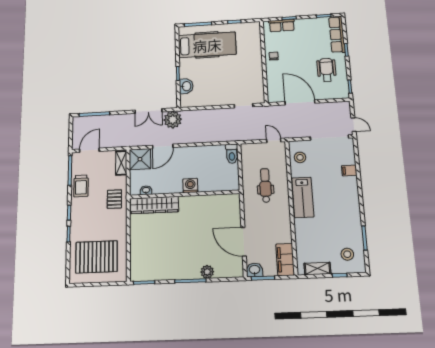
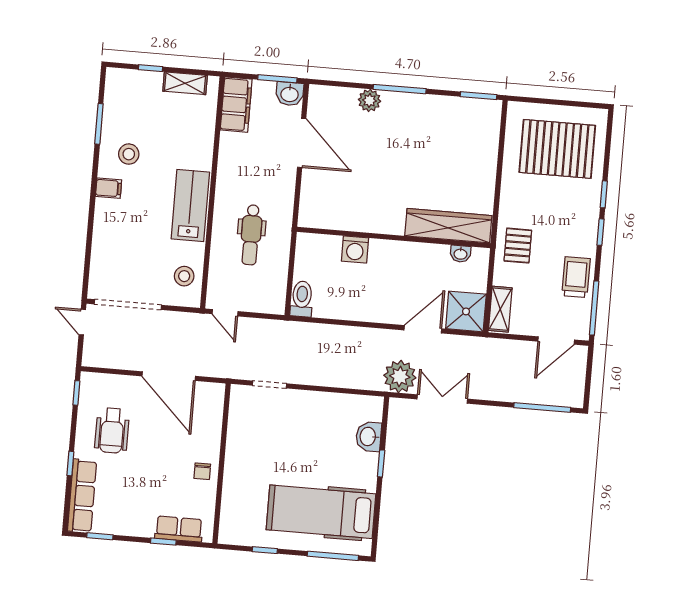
filing cabinet: (349, 170) -> (109, 188), moved
washing machine: (190, 186) -> (355, 250), moved
stool: (347, 254) -> (129, 154), moved

